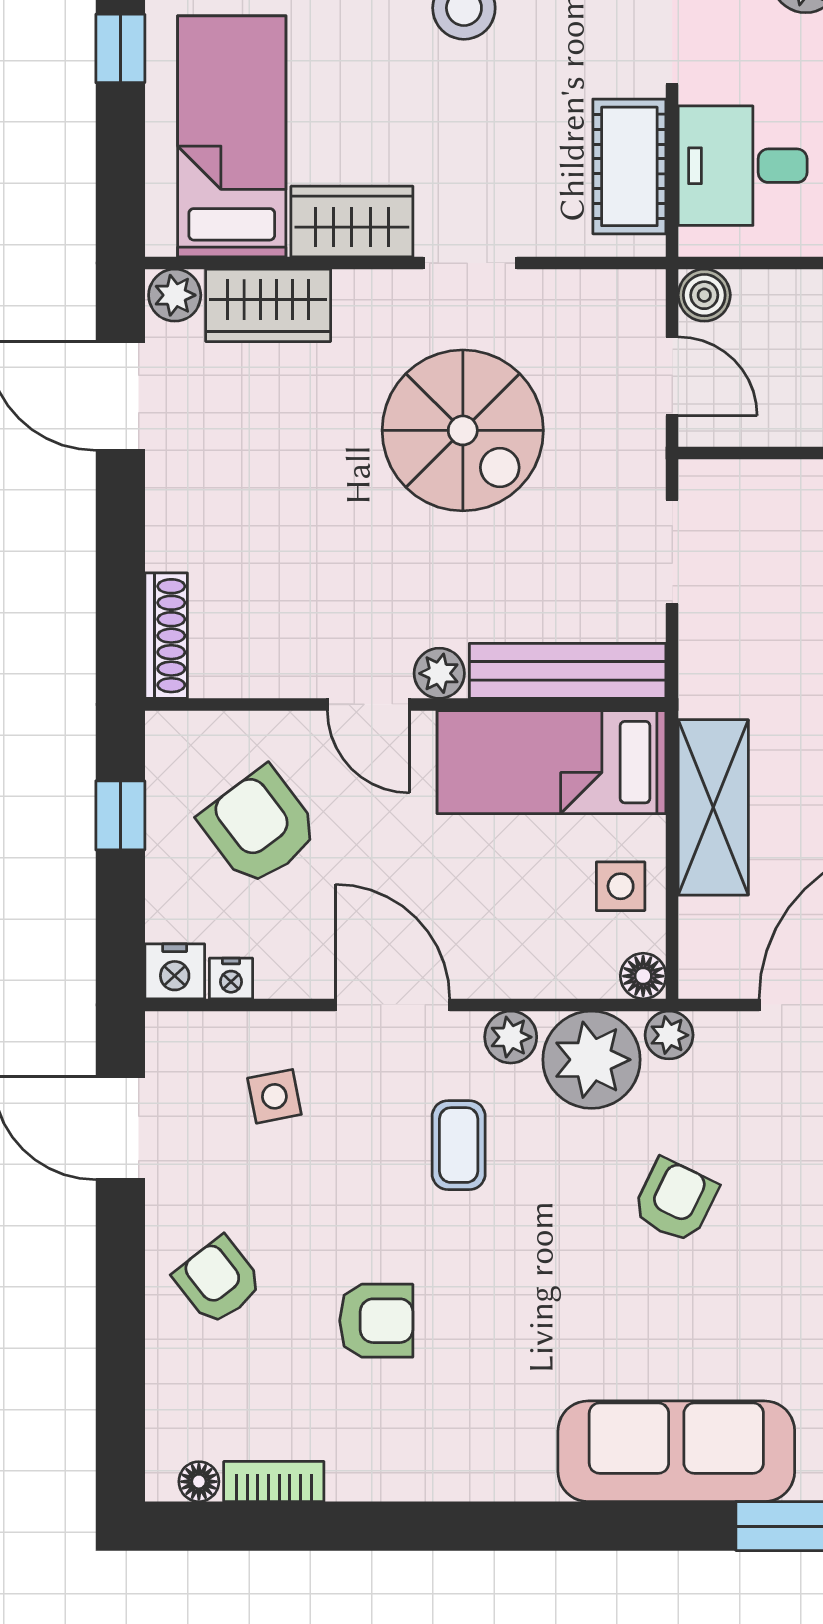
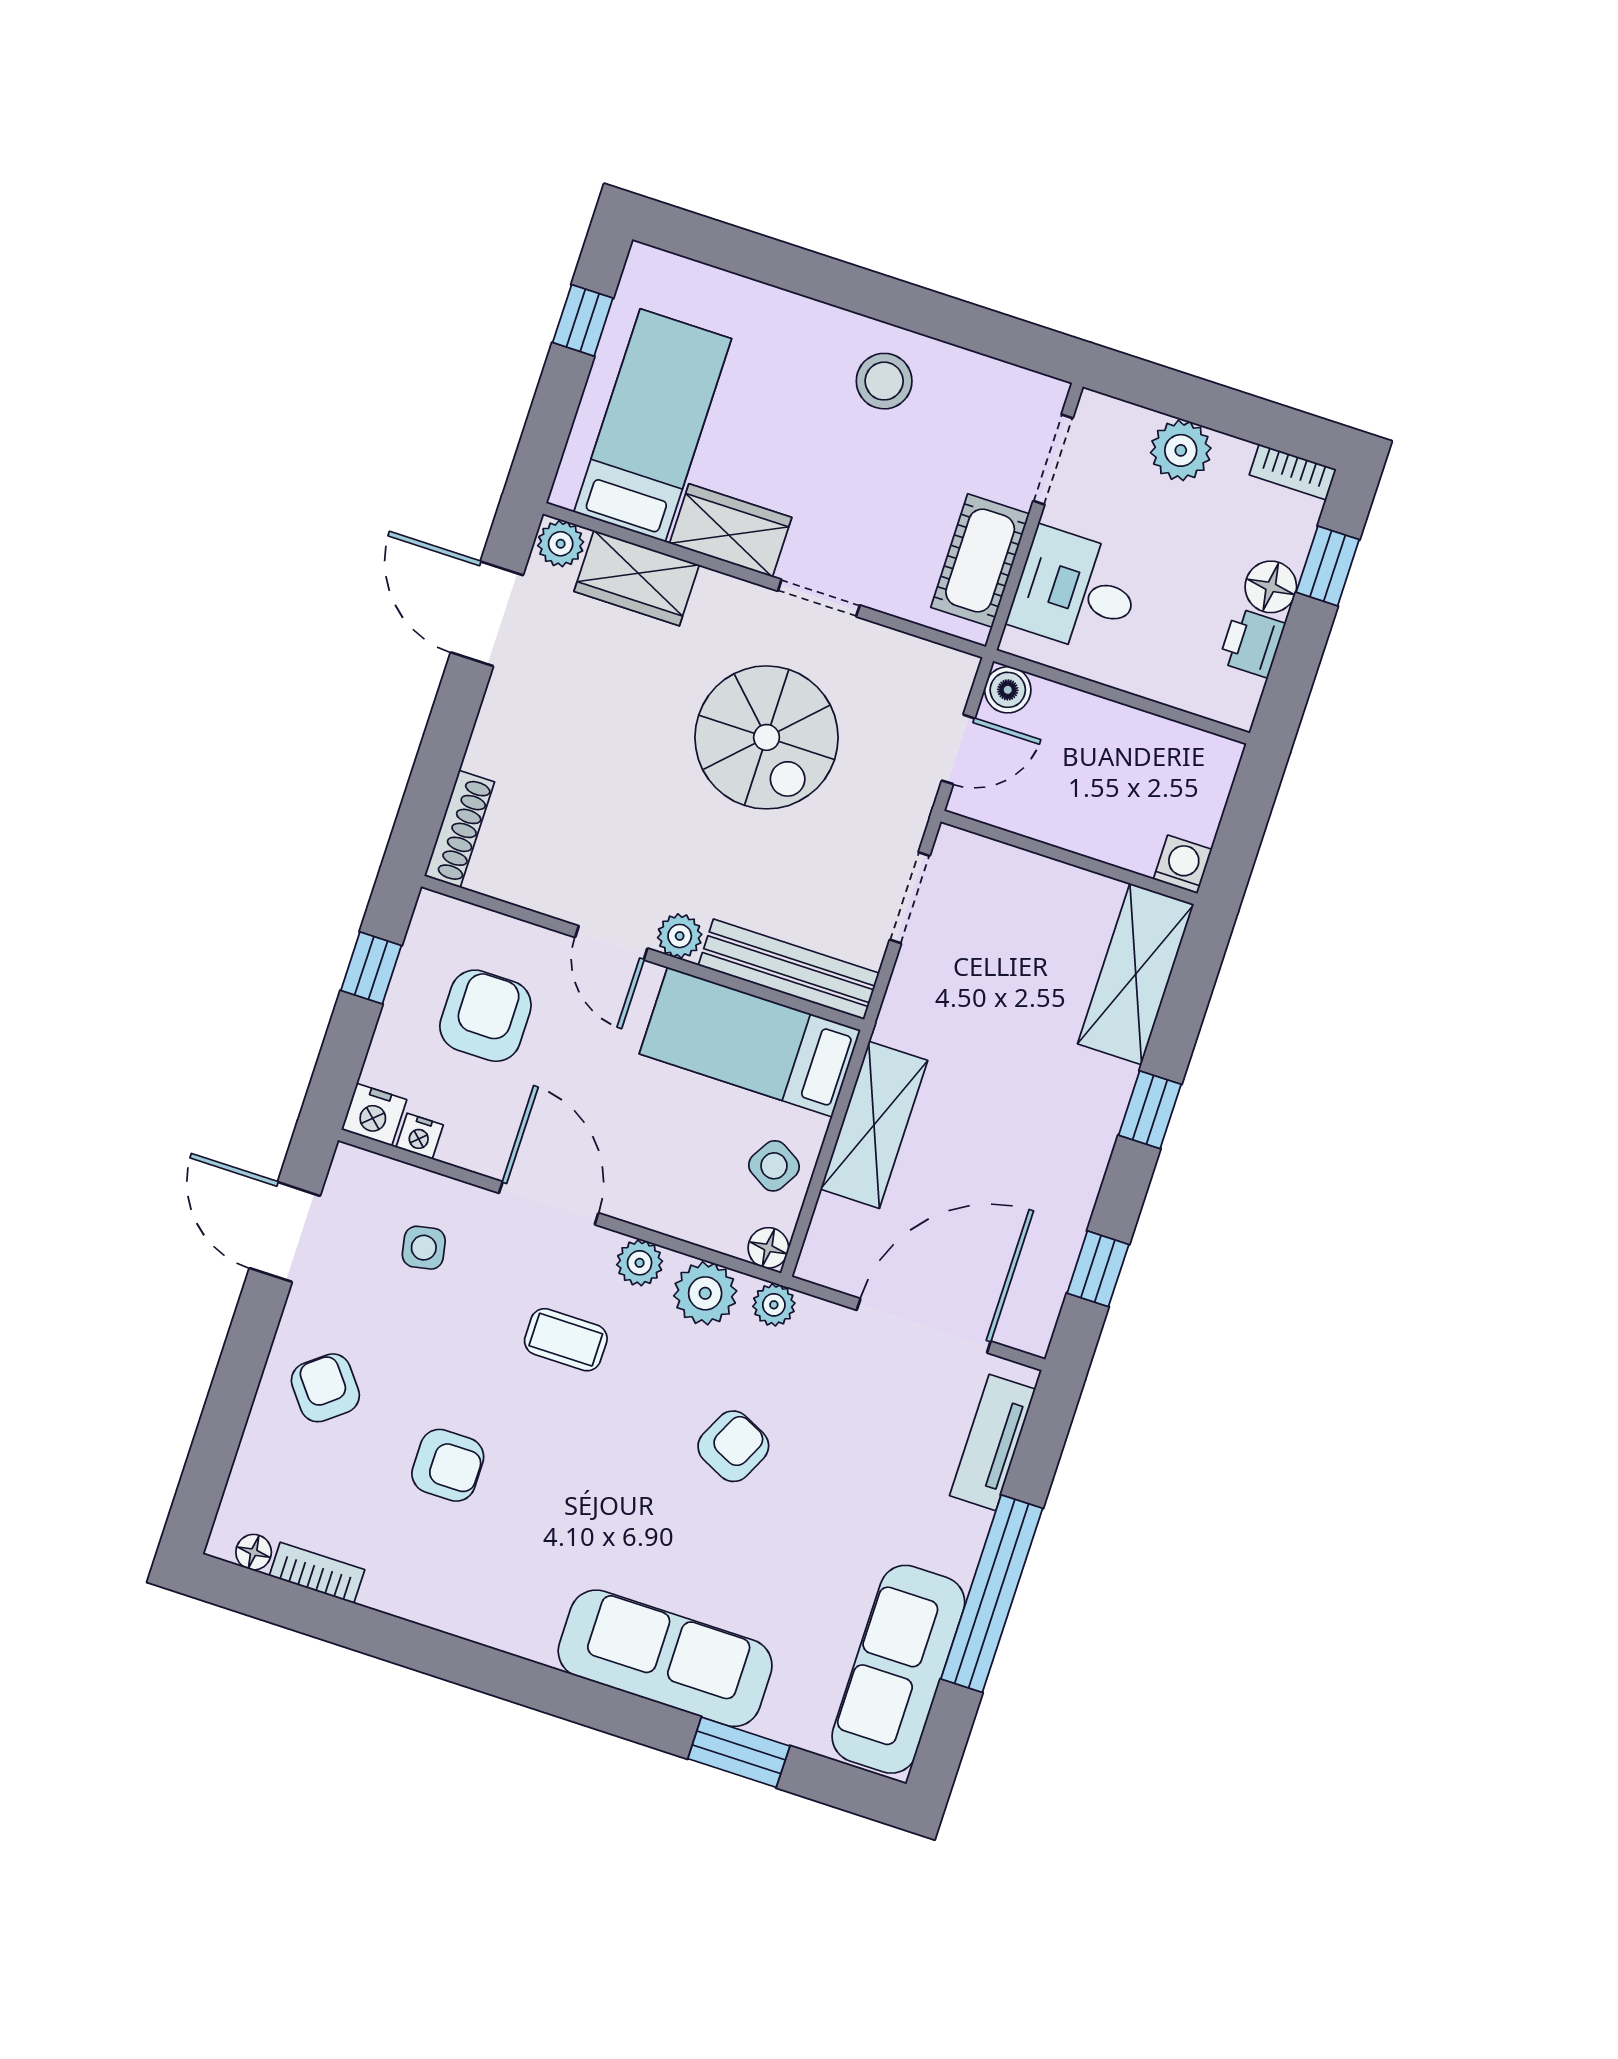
door: (672, 376) -> (958, 749), hinge flipped
armchair: (259, 826) -> (485, 1016), turned 37
side table: (621, 886) -> (774, 1166), turned 31
plant: (592, 1060) -> (705, 1293), width x0.73, depth x0.73
coffee table: (459, 1145) -> (566, 1340), turned 90

